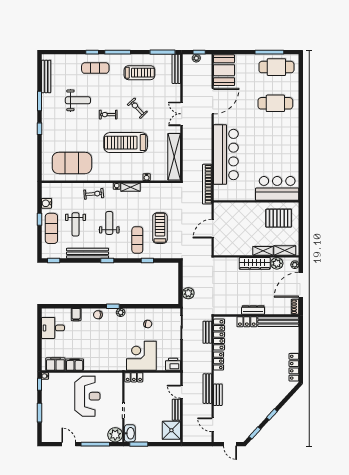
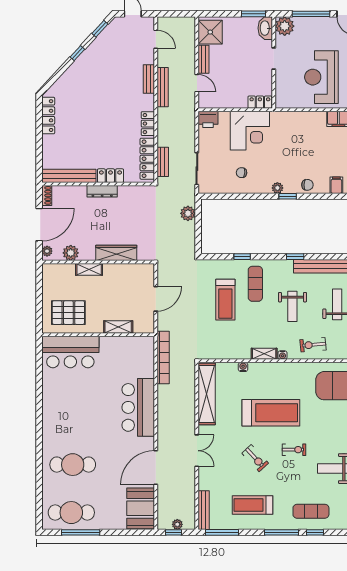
bar counter: (226, 155) -> (138, 407), width x0.73
shelving: (285, 250) -> (118, 327), moved
wardrobe: (255, 263) -> (116, 253), moved

